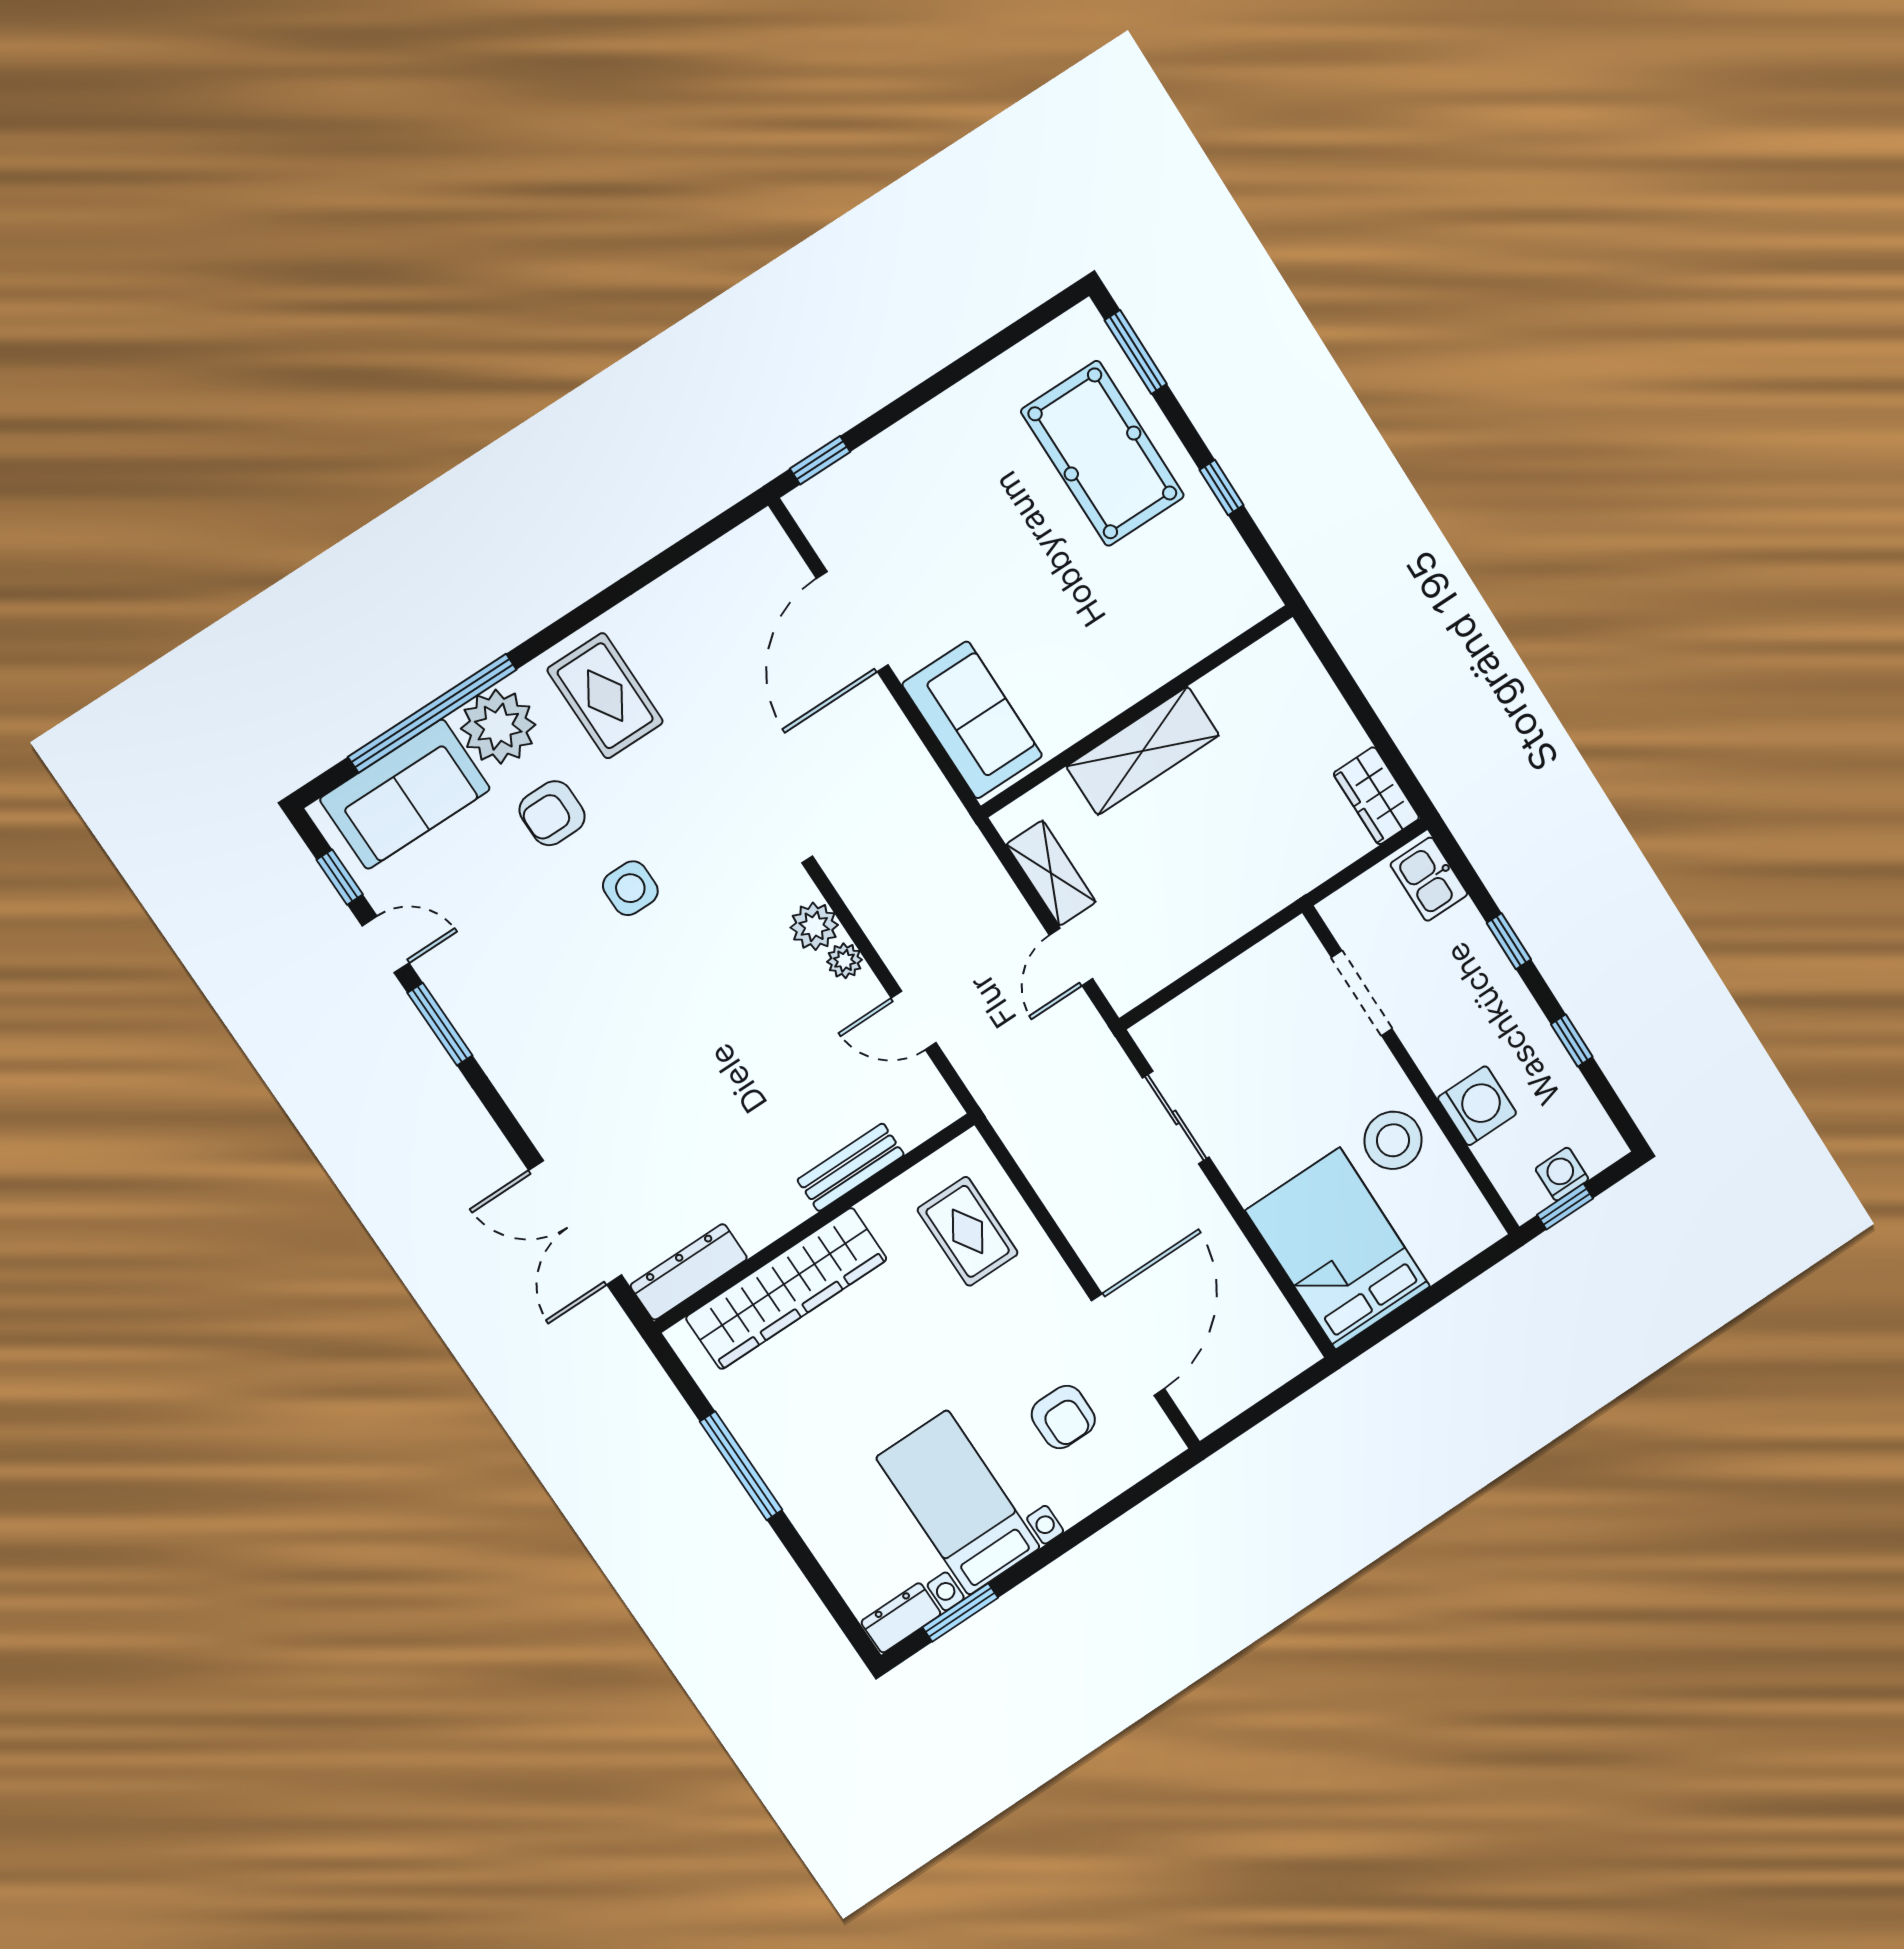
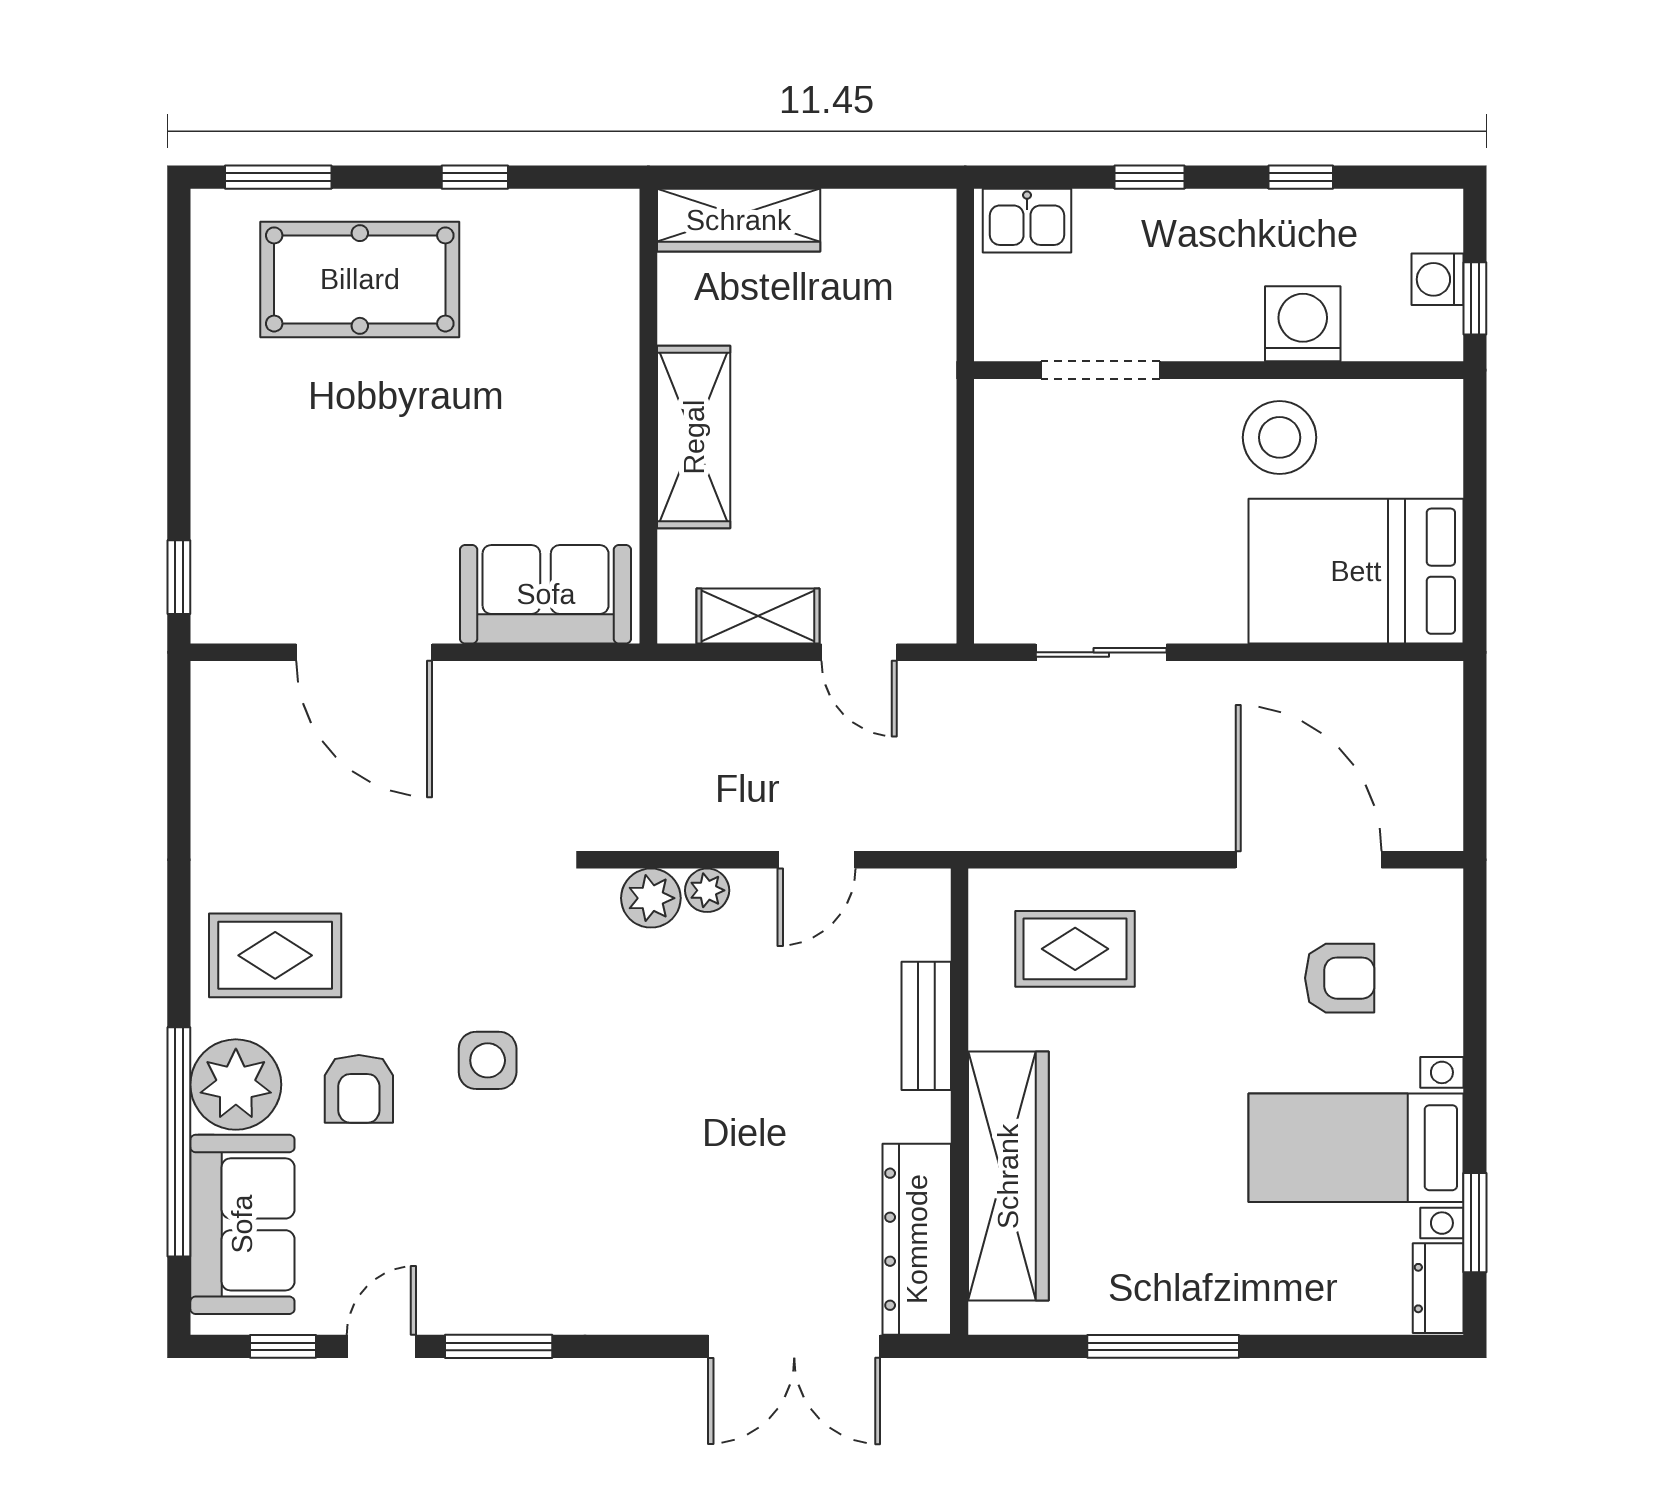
wardrobe: (1376, 796) -> (739, 220), moved, width x1.50
dresser: (689, 1272) -> (917, 1239), width x1.37, depth x1.24

